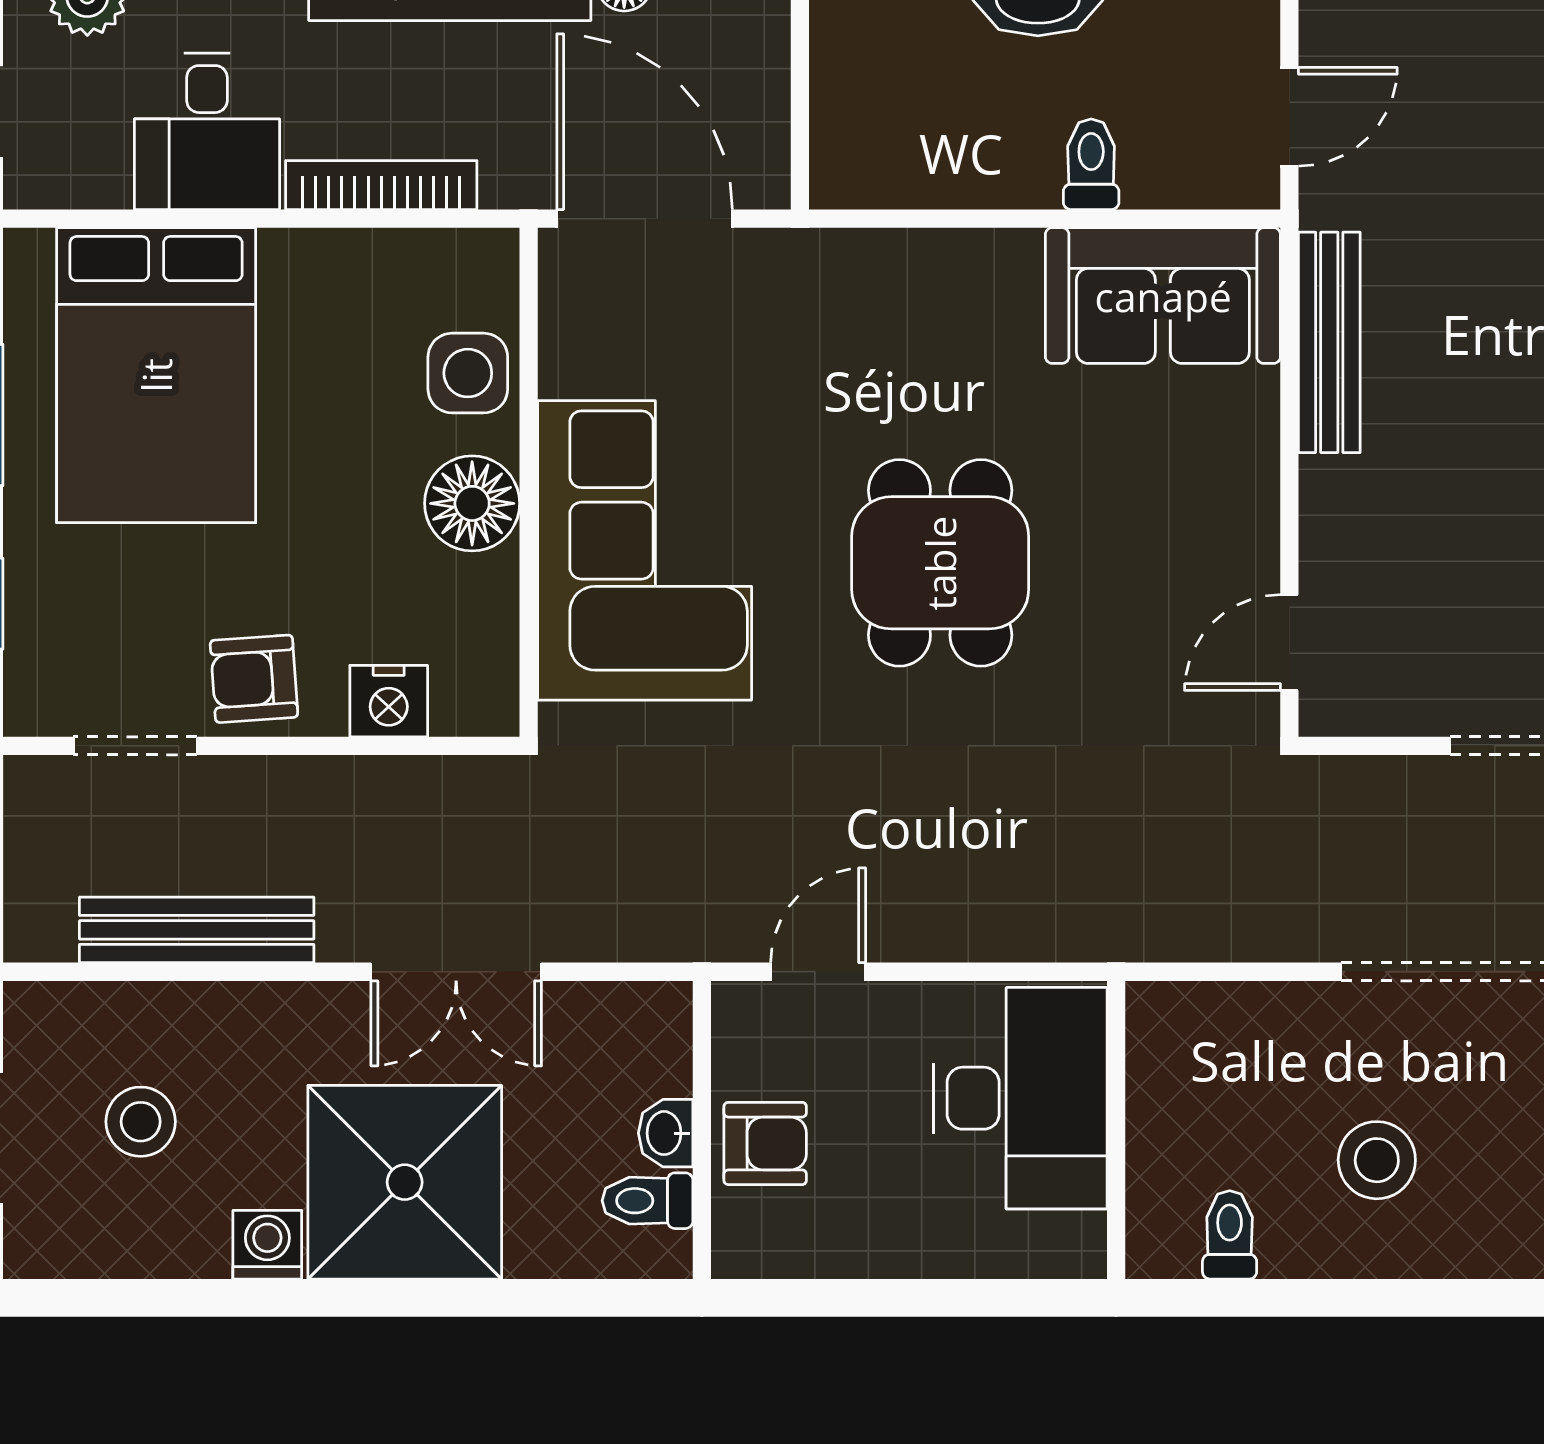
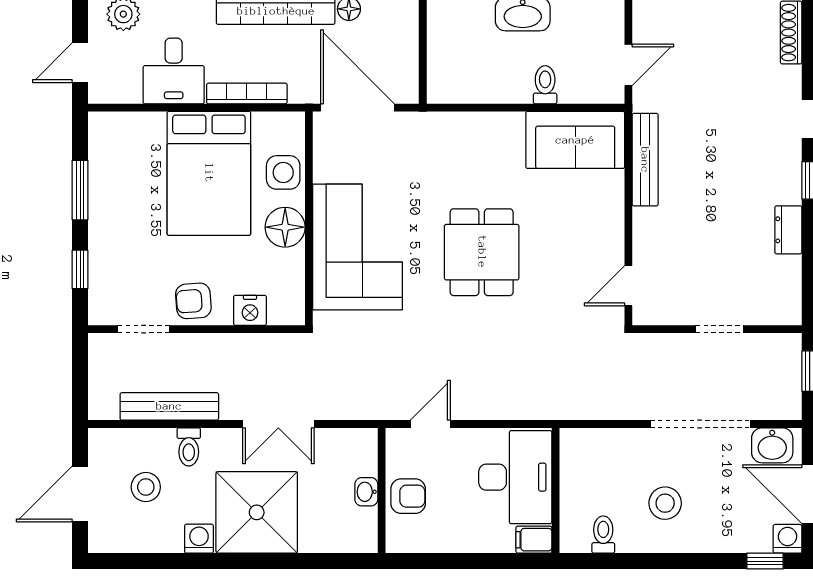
bed: (156, 375) -> (209, 173), moved
toilet: (647, 1201) -> (189, 447), moved, turned -90
filing cabinet: (1064, 1247) -> (534, 540), added

